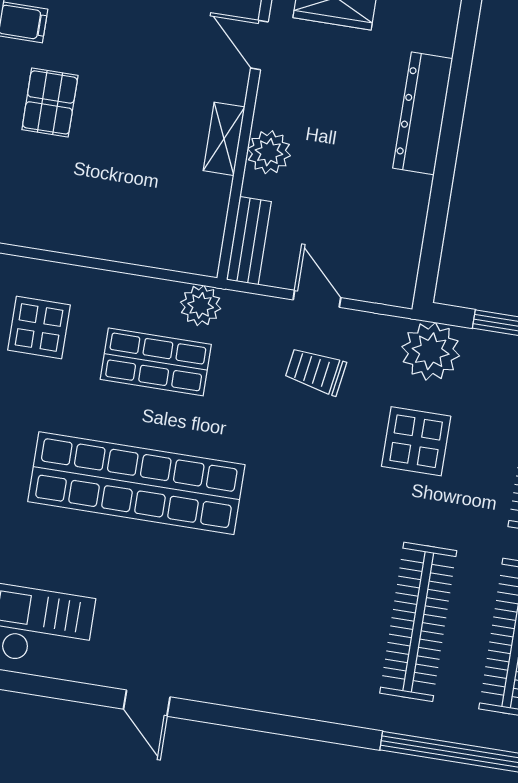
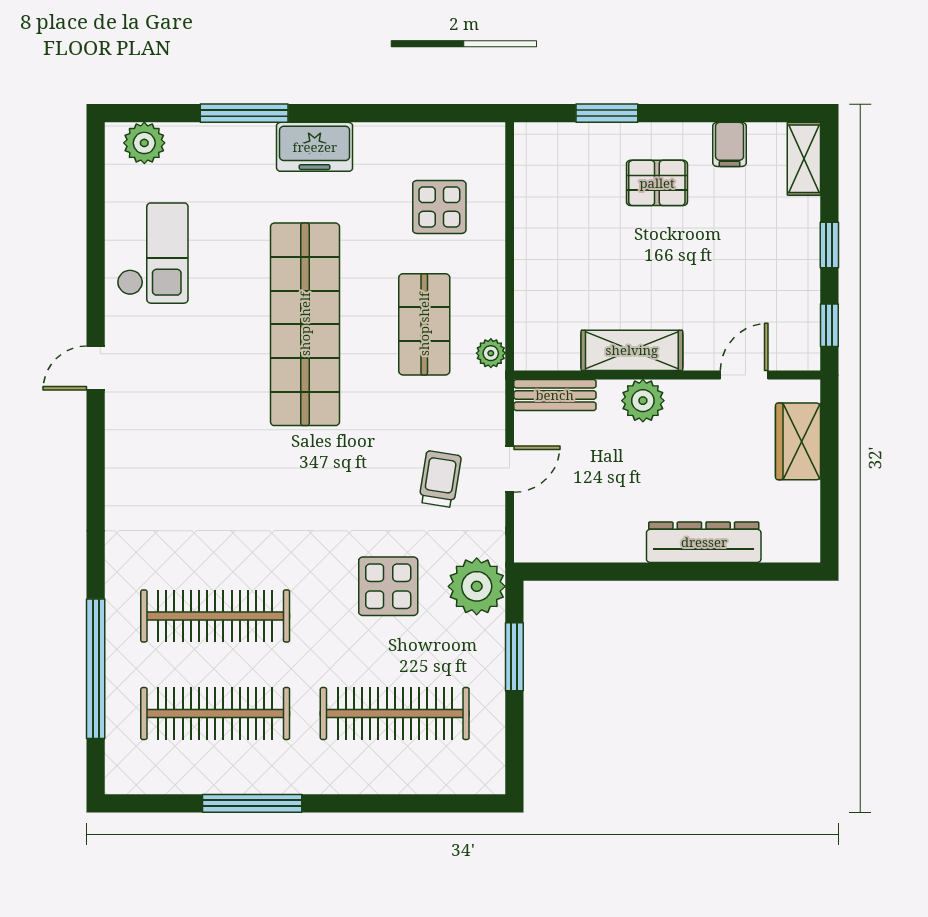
shelving: (224, 139) -> (632, 350), width x1.50, depth x1.33
plant: (201, 305) -> (491, 353), width x0.73, depth x0.73

